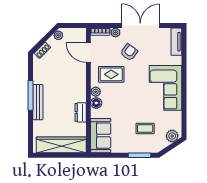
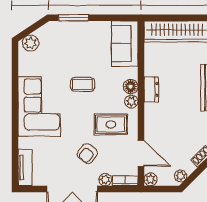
plant: (81, 33) -> (151, 179), added
dresser: (81, 112) -> (151, 89), moved
coffee table: (145, 128) -> (83, 84), moved

